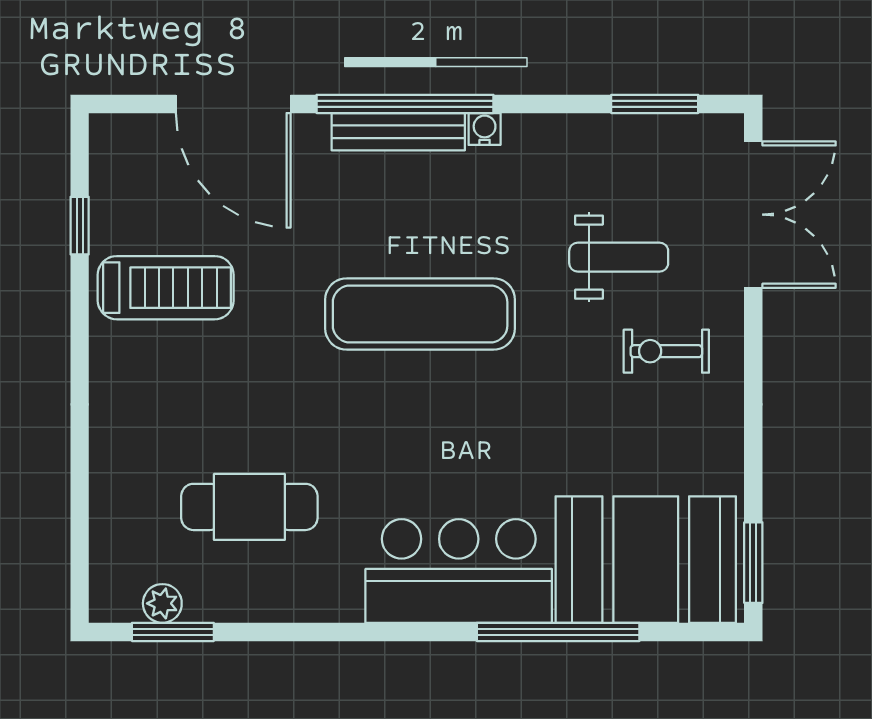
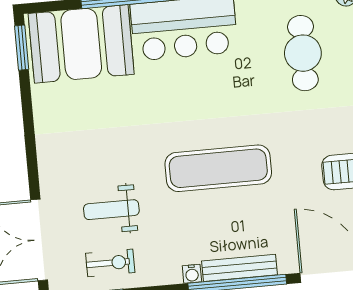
exercise bike: (666, 351) -> (110, 263), moved
cafe table: (249, 507) -> (303, 53), turned 90

